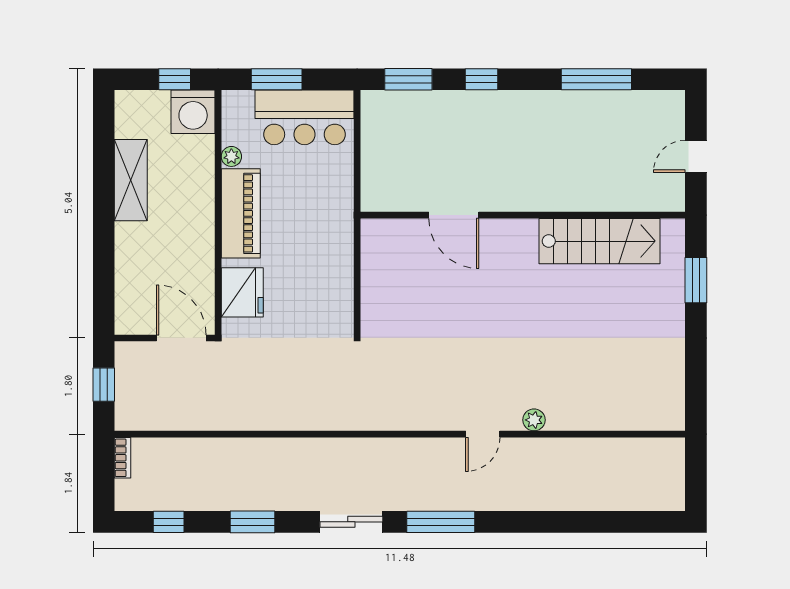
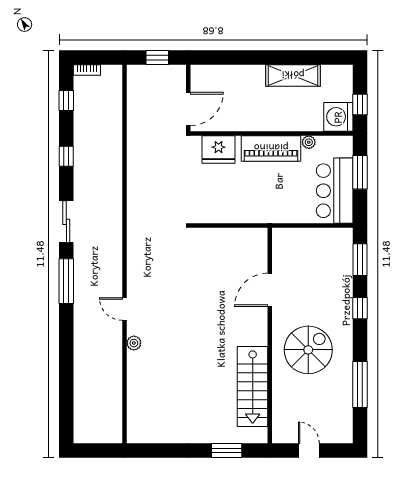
spiral stairs: (544, 157) -> (308, 350), added
bookcase: (123, 458) -> (87, 70), moved
window: (252, 522) -> (66, 156), width x0.67

